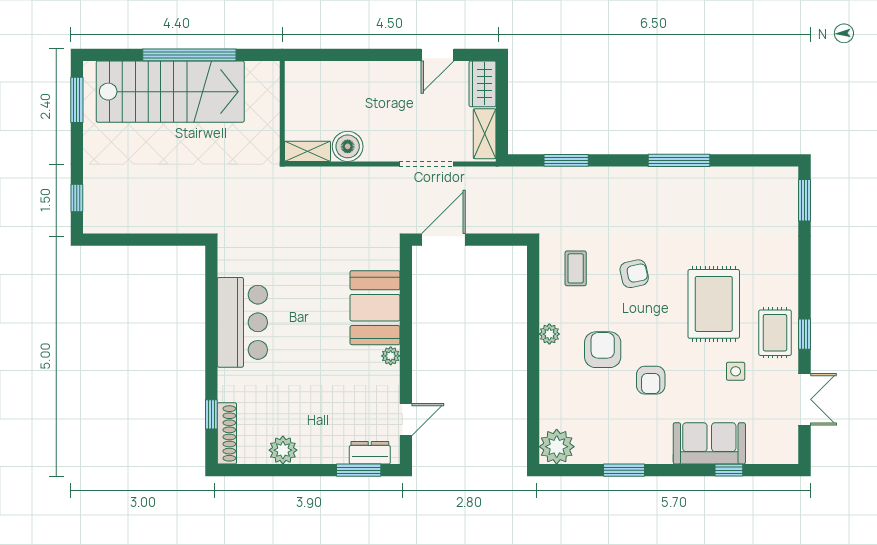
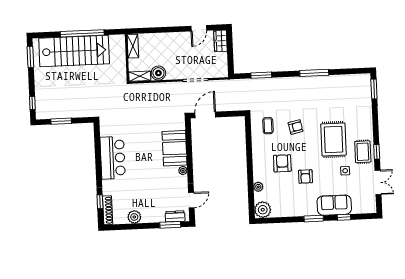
shelving: (485, 134) -> (133, 46), moved
window: (136, 240) -> (61, 121), added
plant: (549, 334) -> (258, 187), moved
window: (624, 470) -> (314, 219), moved

